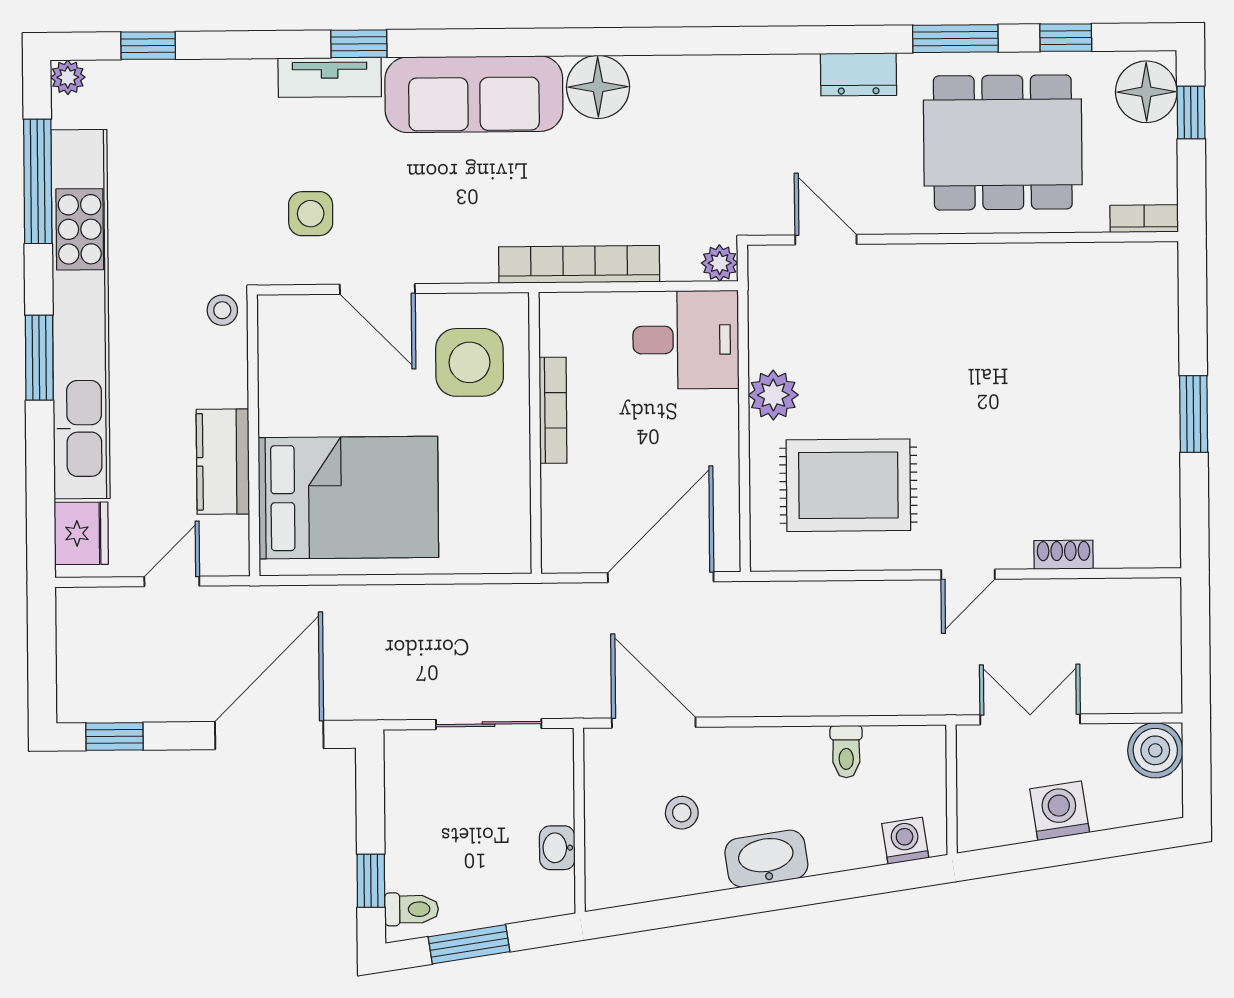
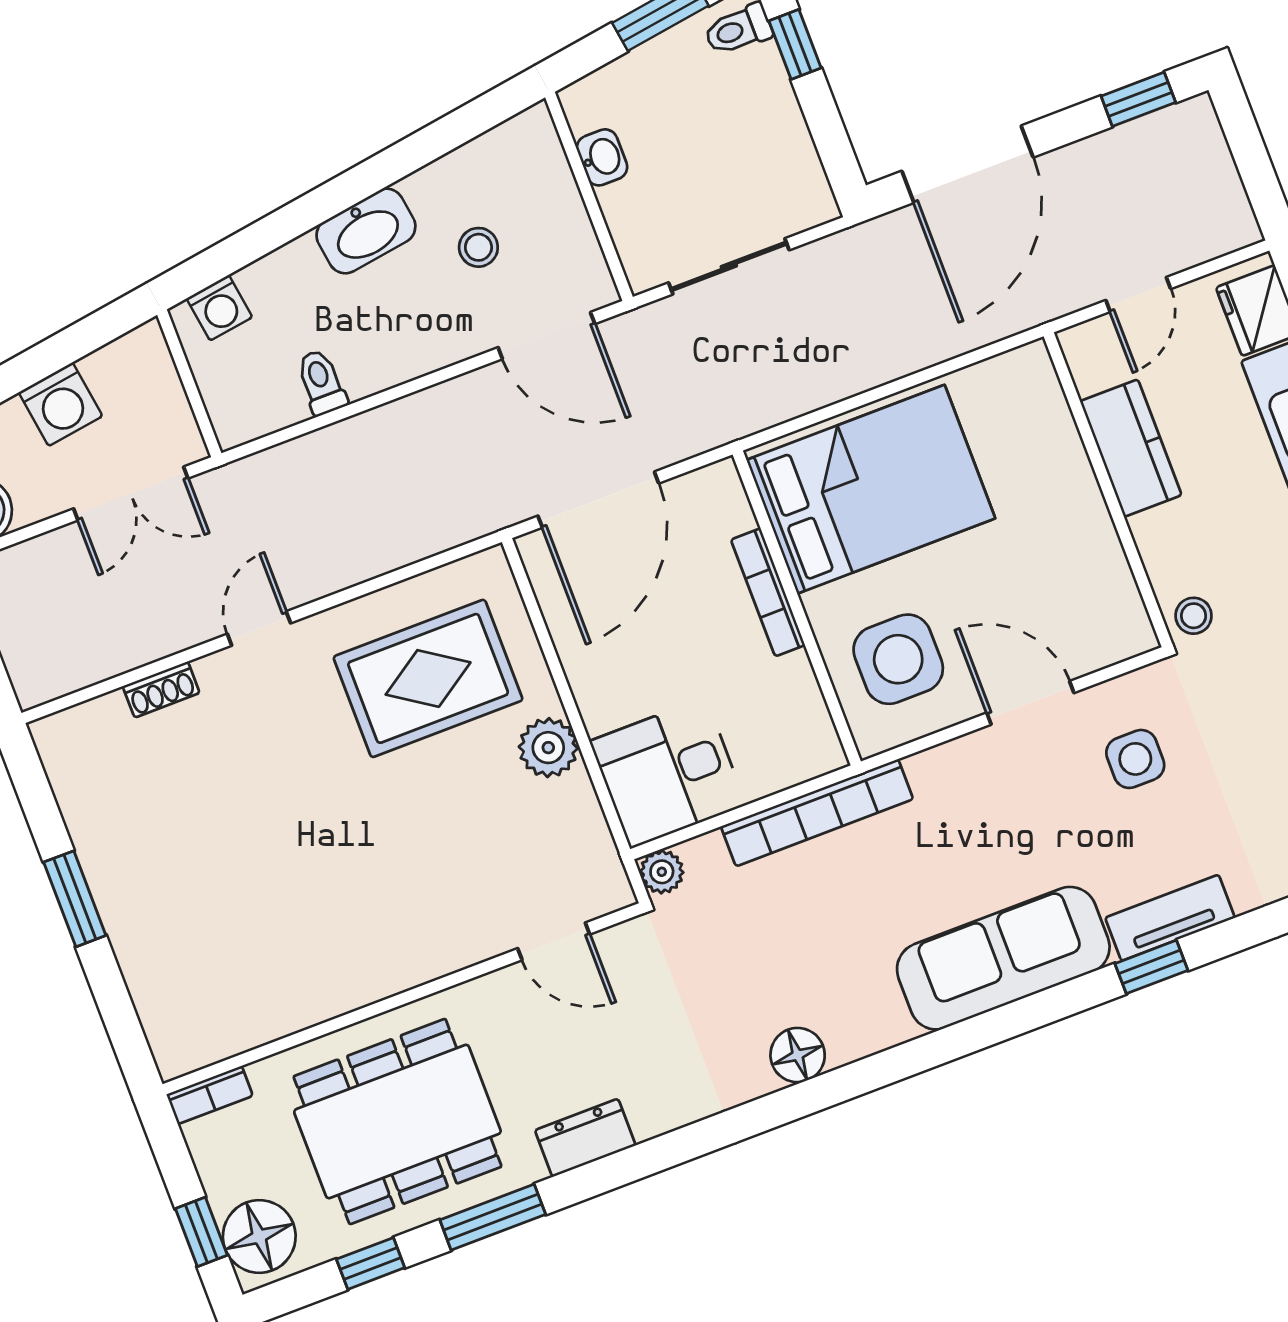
floor lamp: (598, 87) -> (798, 1055), moved, width x0.73, depth x0.73
bookcase: (553, 410) -> (768, 592), moved
bed: (348, 498) -> (871, 489), moved, turned 180

